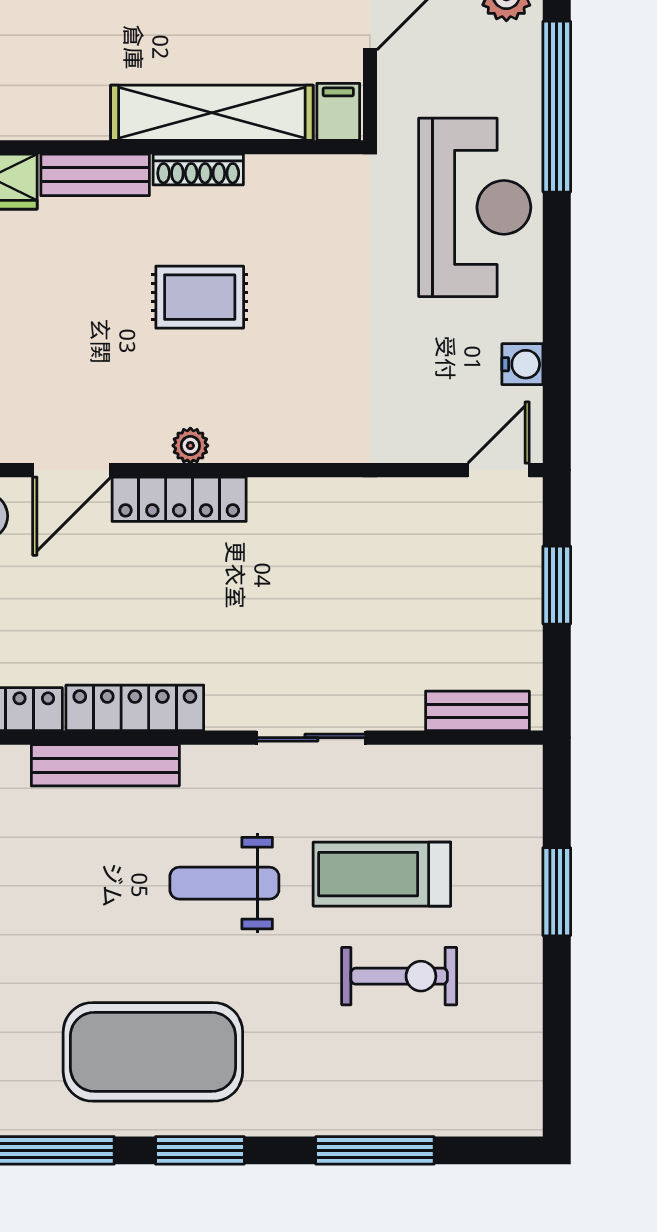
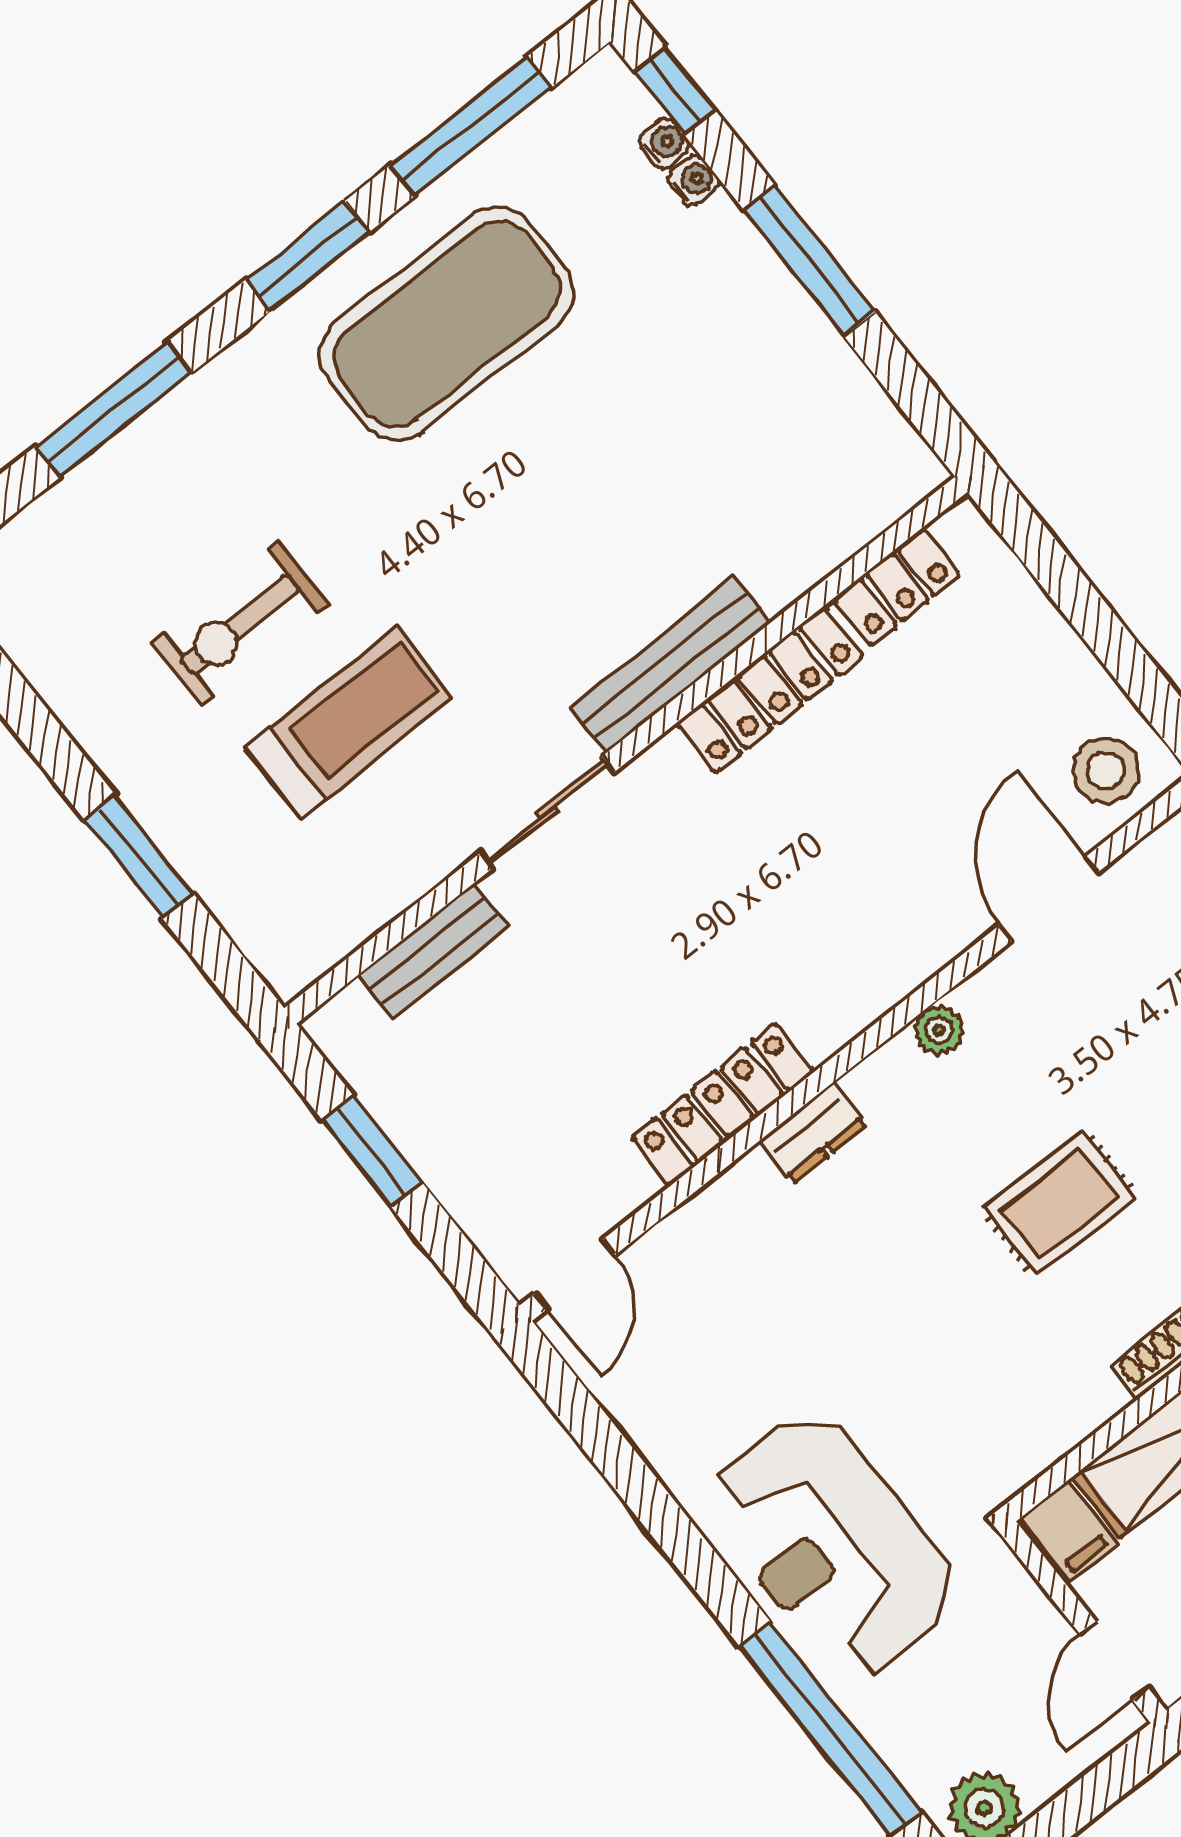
water cooler: (522, 364) -> (642, 1413), removed
dresser: (305, 444) -> (813, 1133), added
locker: (179, 499) -> (723, 1105), moved
window: (557, 585) -> (372, 1151), moved
bench: (477, 711) -> (434, 951), moved
bench: (105, 765) -> (670, 665), moved
weight bench: (224, 883) -> (516, 574), removed

